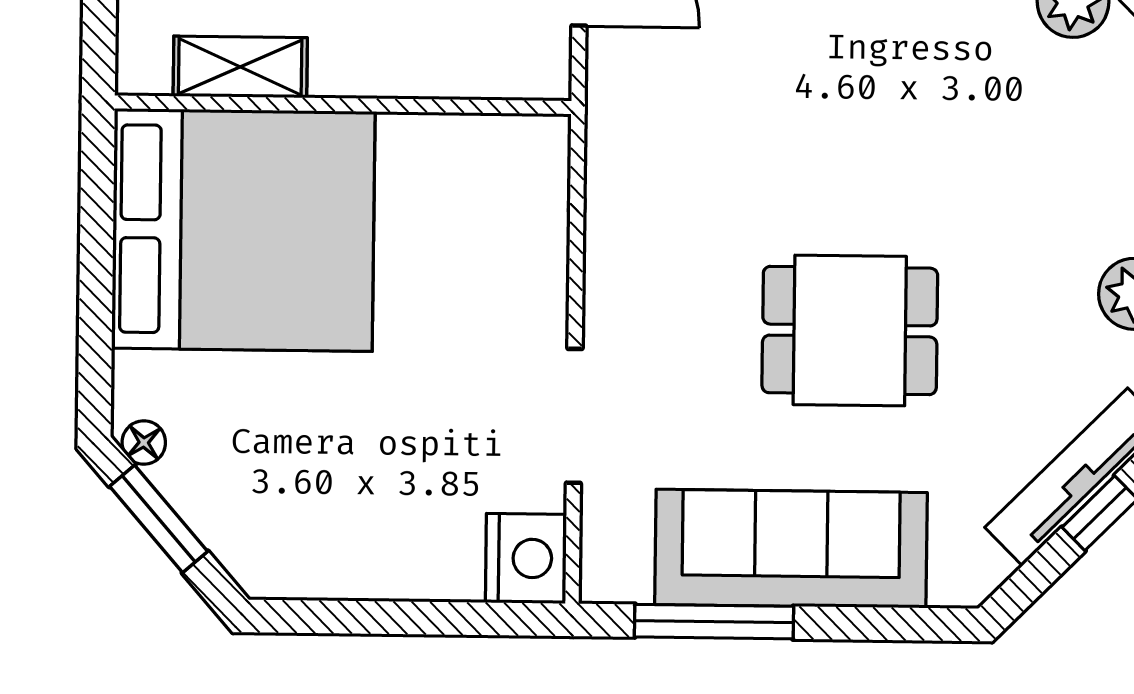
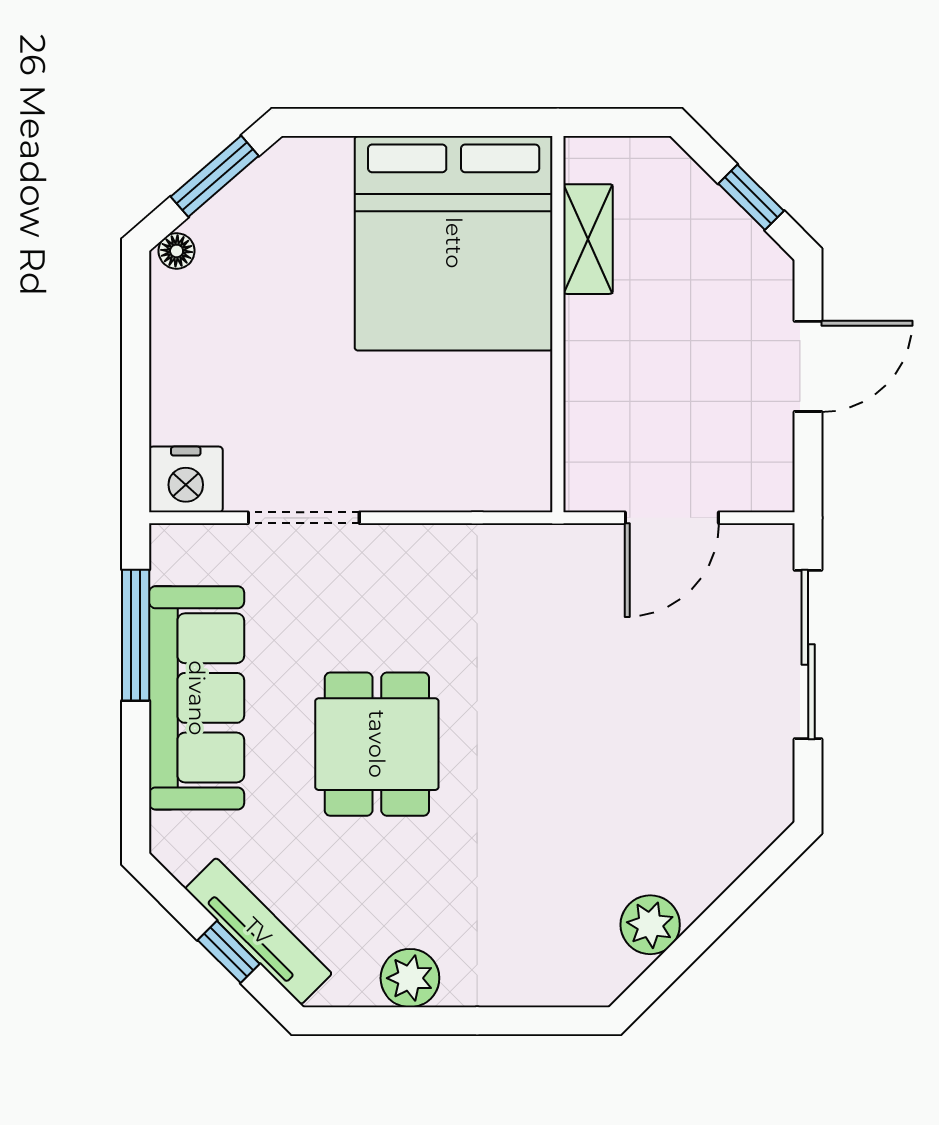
floor lamp: (144, 442) -> (177, 251), moved

